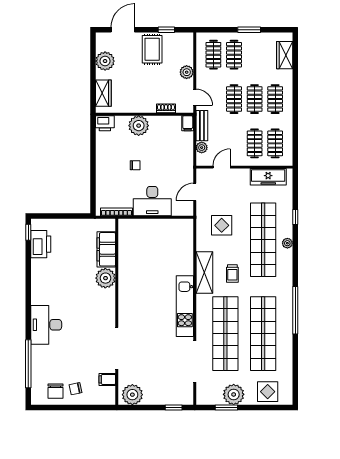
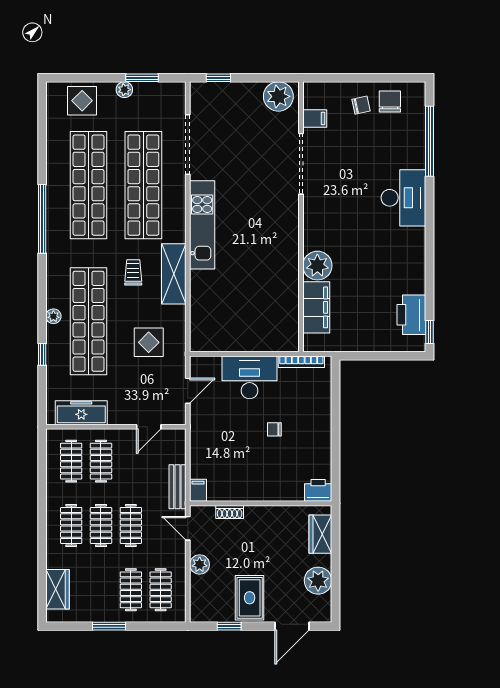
plant: (139, 126) -> (269, 487), removed
plant: (202, 148) -> (178, 455), removed
plant: (234, 394) -> (124, 90), width x0.53, depth x0.53

